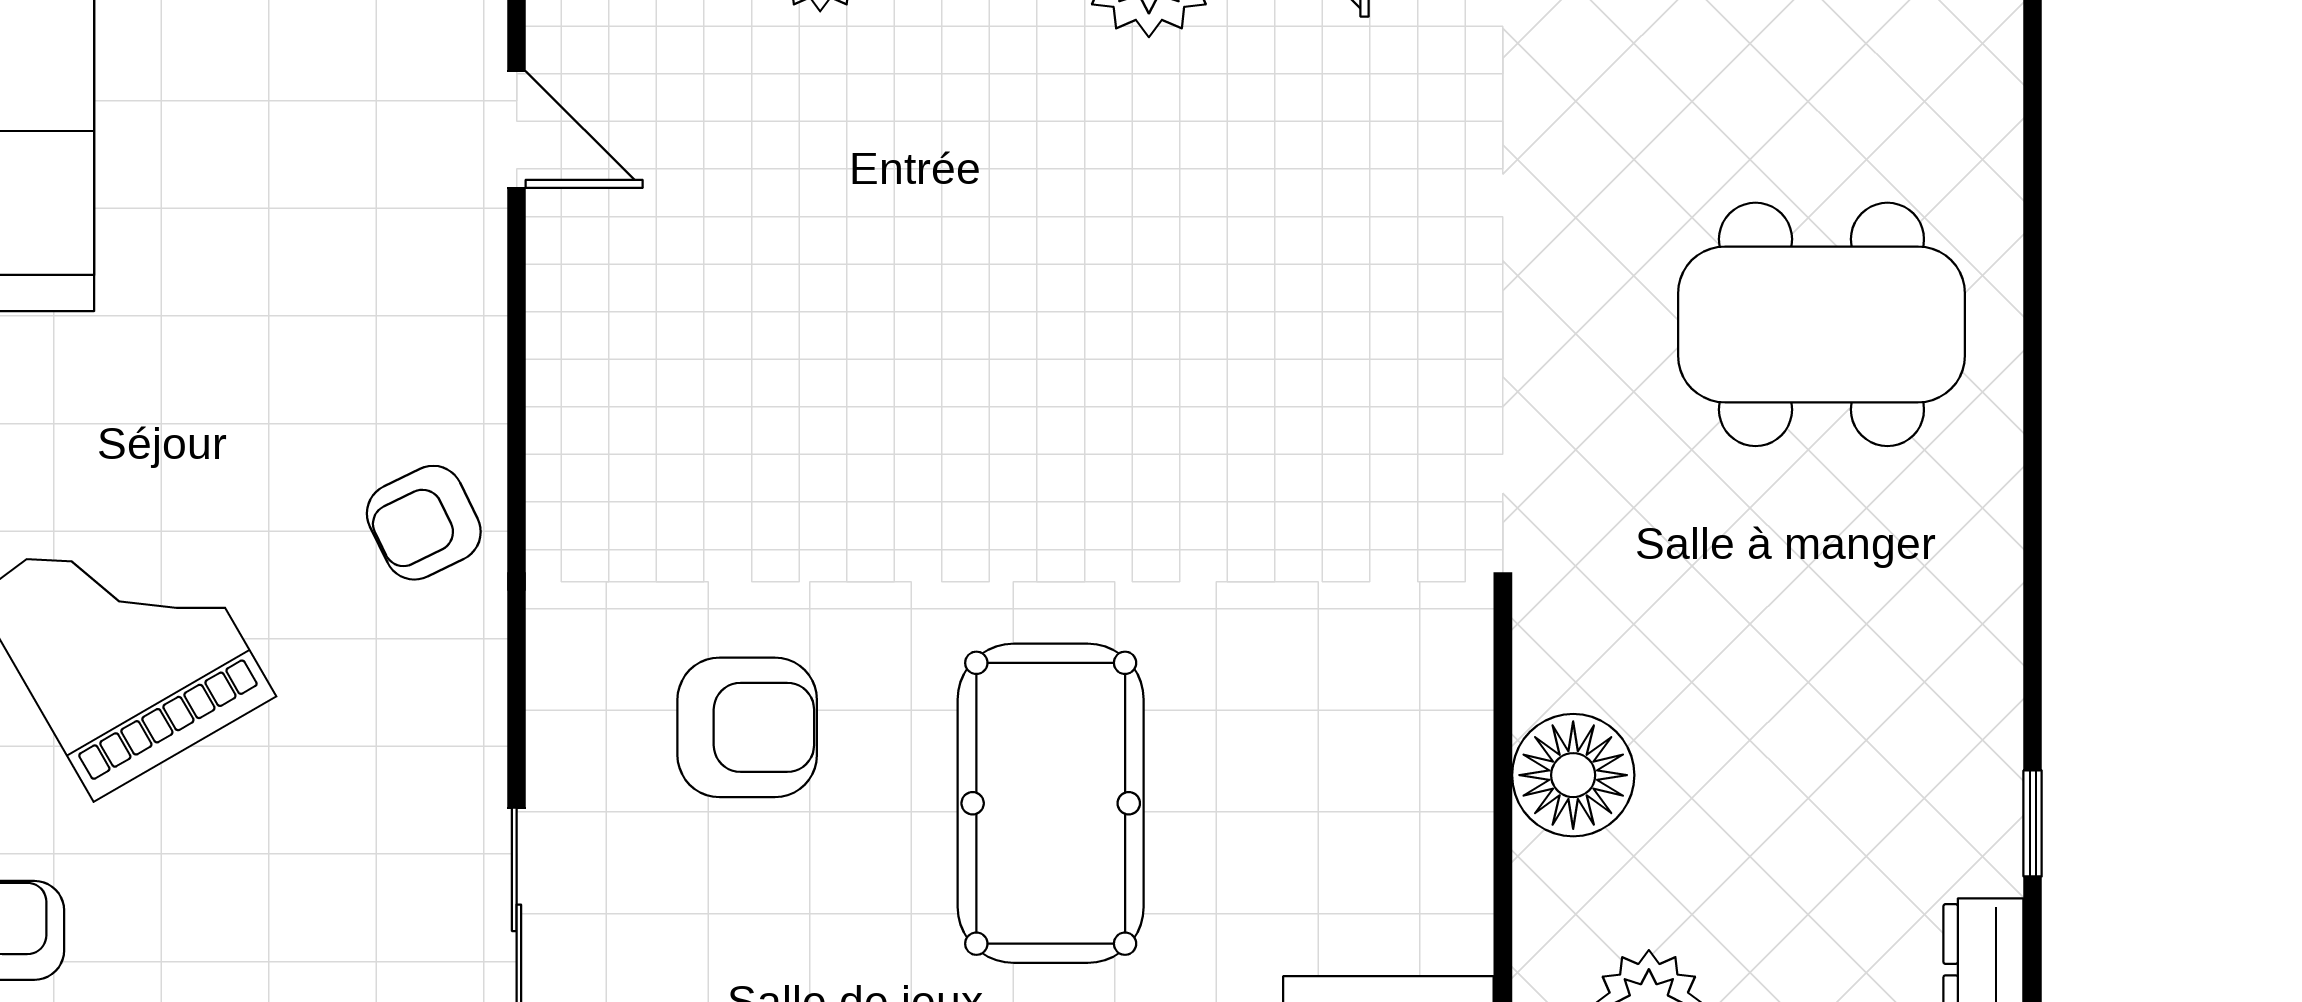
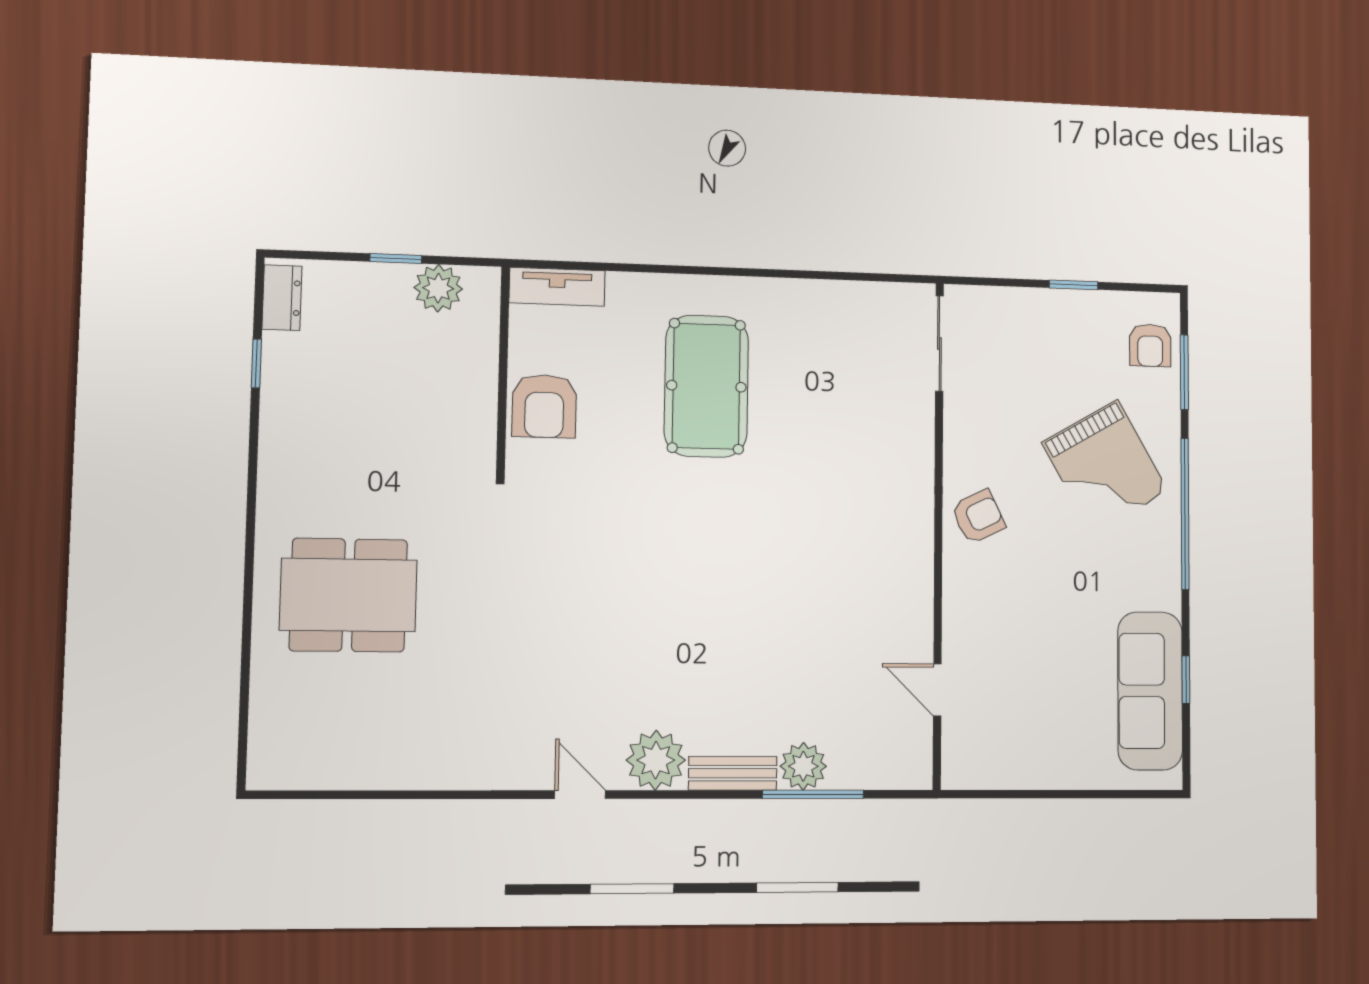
armchair: (747, 727) -> (544, 406), moved, turned -90
floor lamp: (1573, 775) -> (470, 392), removed

